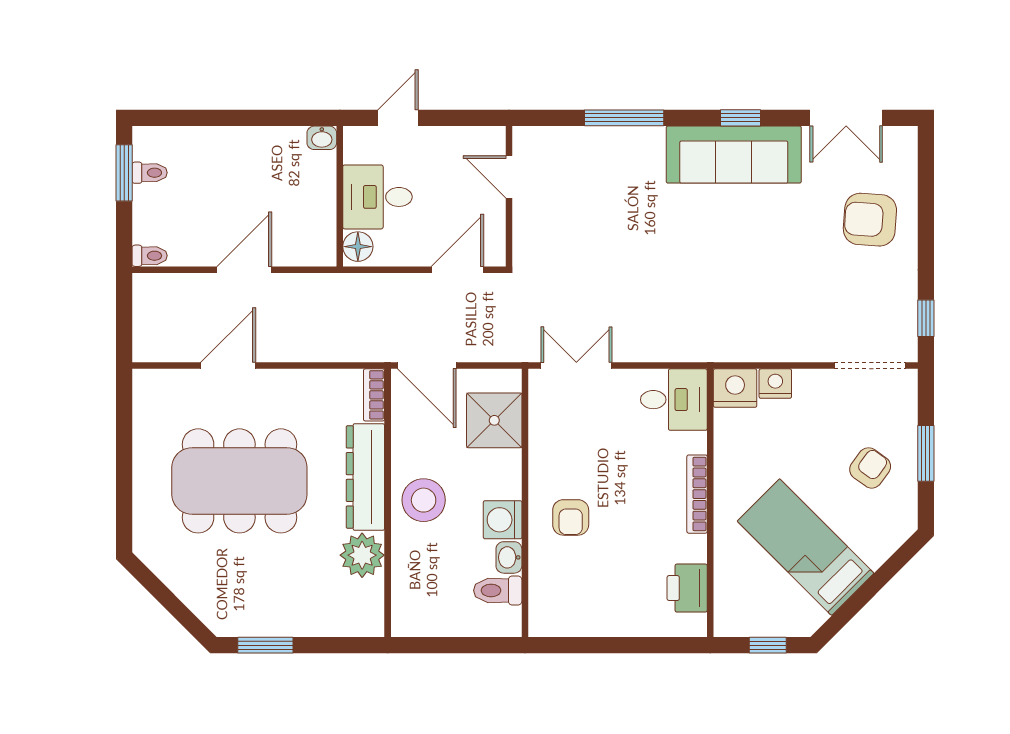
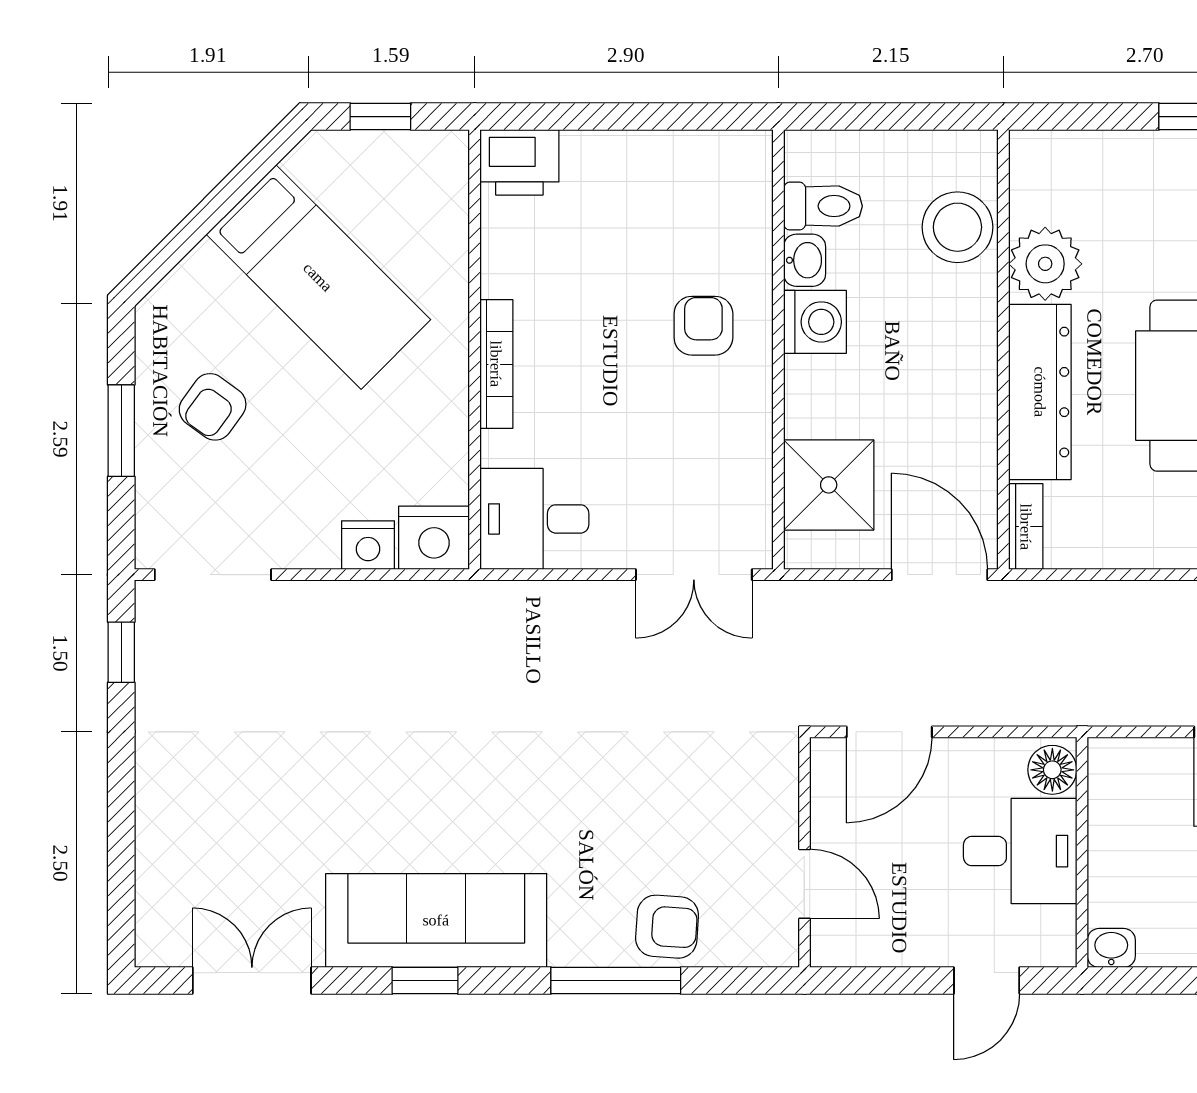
armchair: (870, 220) -> (667, 927), moved, width x0.72, depth x0.72
stool: (424, 500) -> (957, 227), moved
printer: (687, 588) -> (519, 162), moved, turned 90

